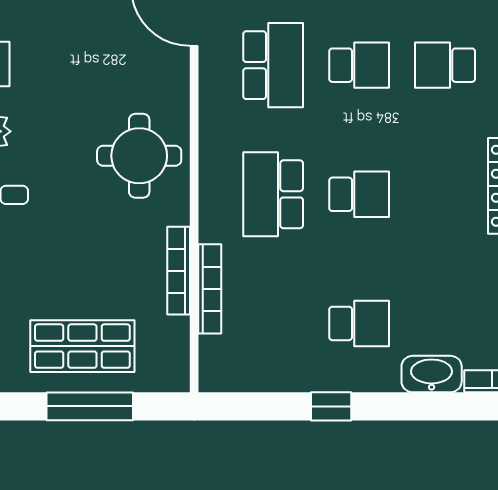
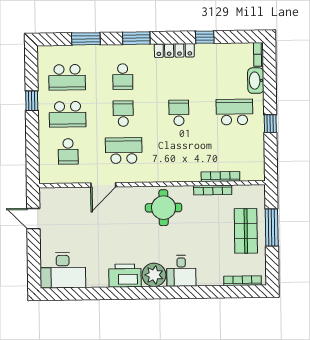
school desk: (273, 194) -> (179, 150), removed
school desk: (359, 323) -> (234, 112), width x1.85

